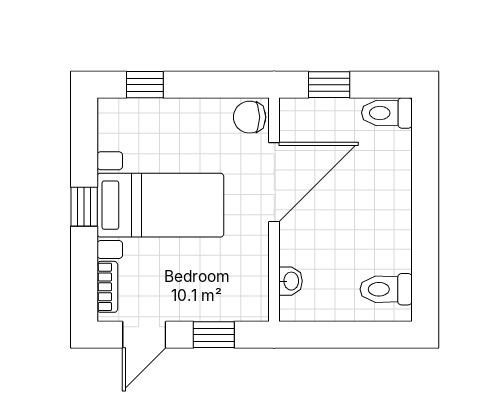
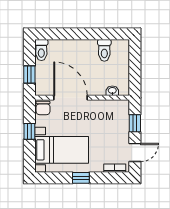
window: (145, 85) -> (29, 131), moved
bed with nightstands: (160, 205) -> (62, 150), moved, turned 90
toilet: (386, 289) -> (104, 50), moved
door: (144, 335) -> (135, 153), hinge flipped

